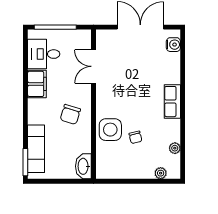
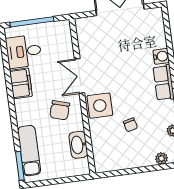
water cooler: (173, 45) -> (161, 56), moved
double door: (94, 66) -> (80, 76), moved
side table: (110, 130) -> (100, 106), moved
washbasin: (83, 166) -> (78, 145), moved

